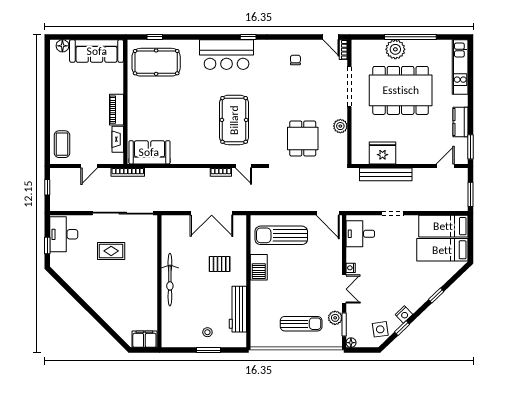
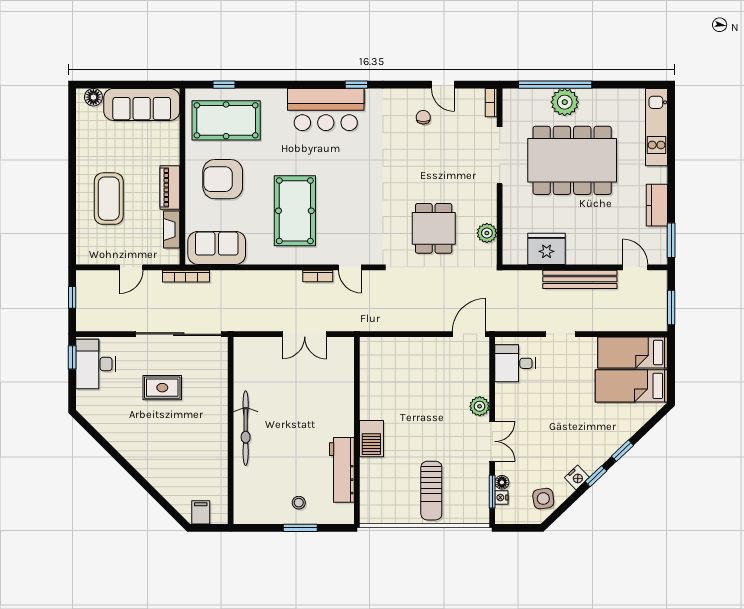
door: (331, 37) -> (443, 85), moved
window: (410, 37) -> (555, 85), moved
armchair: (154, 104) -> (223, 179), added
pool table: (234, 120) -> (295, 211), moved
plant: (340, 126) -> (487, 233), moved
coffee table: (62, 144) -> (109, 199), moved, width x1.36, depth x1.32
door: (445, 166) -> (635, 267), hinge flipped
bench: (386, 174) -> (580, 279), moved
double door: (212, 213) -> (305, 334), width x0.73
door: (328, 213) -> (469, 334), swing flipped
sun lounger: (281, 235) -> (403, 365), removed
window: (47, 246) -> (72, 357), moved
pallet: (220, 264) -> (316, 406), removed
barbecue: (259, 267) -> (371, 439), moved
nightstand: (351, 268) -> (501, 497), moved
plant: (335, 318) -> (480, 406), moved
sun lounger: (301, 324) -> (431, 491), turned 90
window: (402, 328) -> (596, 476), moved
filing cabinet: (144, 339) -> (201, 512), width x0.50
floor lamp: (351, 343) -> (502, 482), moved

